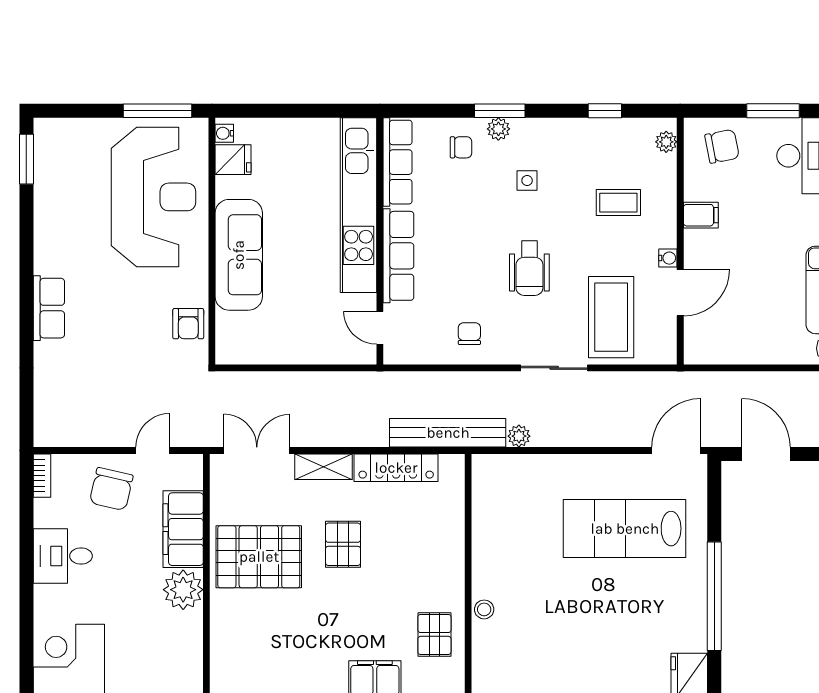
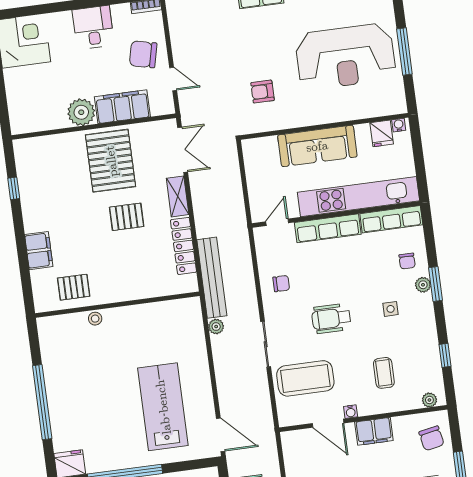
water cooler: (224, 133) -> (399, 125), moved
fridge: (233, 160) -> (382, 133), moved
filing cabinet: (701, 215) -> (374, 431), width x2.00
wall: (212, 241) -> (324, 126), moved
sofa: (239, 255) -> (317, 146), moved

